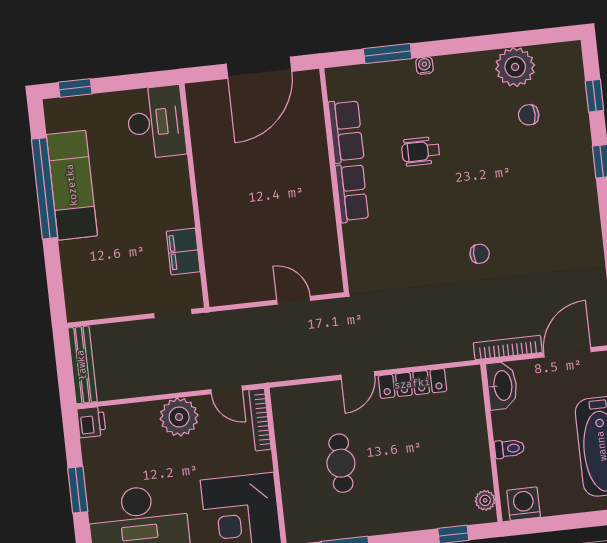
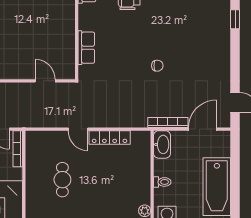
row of seats: (352, 193) -> (86, 48), moved
door: (358, 375) -> (78, 129), hinge flipped

